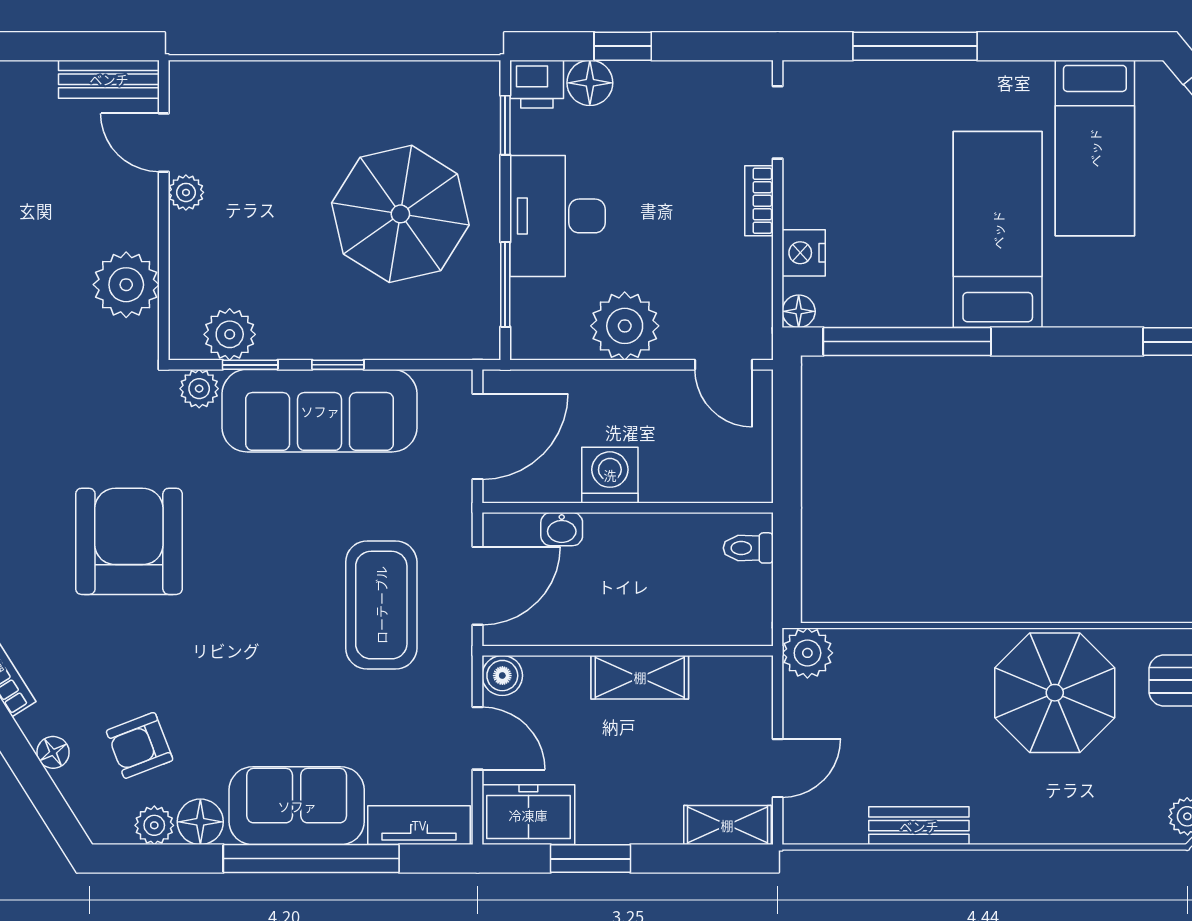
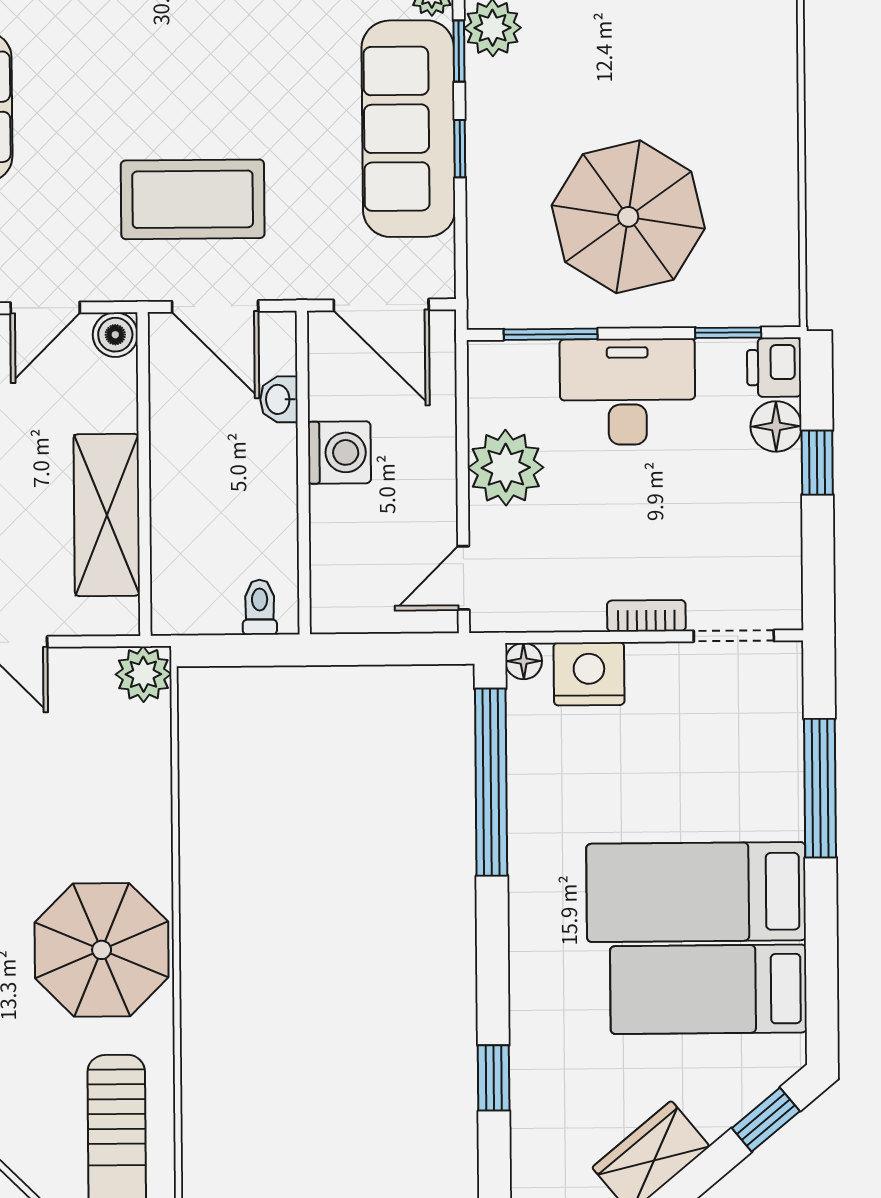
bed: (998, 230) -> (696, 892), moved, turned 180
nightstand: (804, 253) -> (589, 674), width x1.36, depth x1.33
shelving: (640, 677) -> (107, 515), width x1.50, depth x1.33

